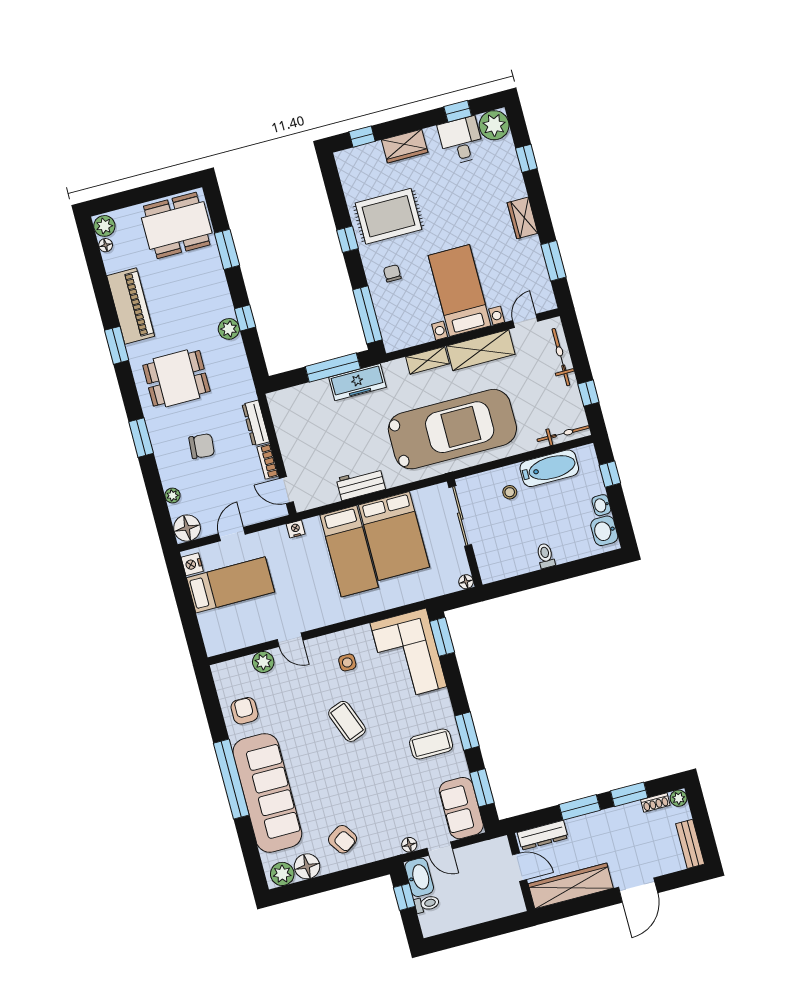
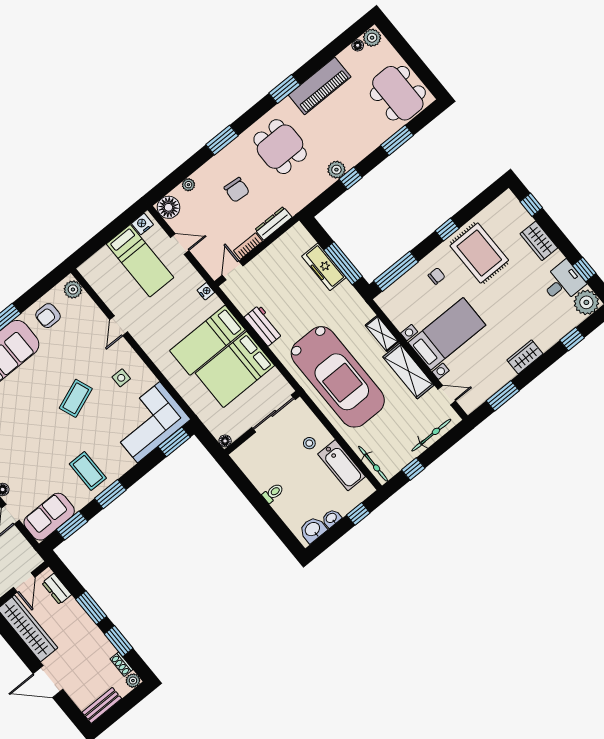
freezer: (357, 382) -> (324, 267), moved
plant: (263, 662) -> (73, 289), moved
armchair: (244, 711) -> (48, 316), turned 180
dresser: (543, 835) -> (57, 589), width x0.70

